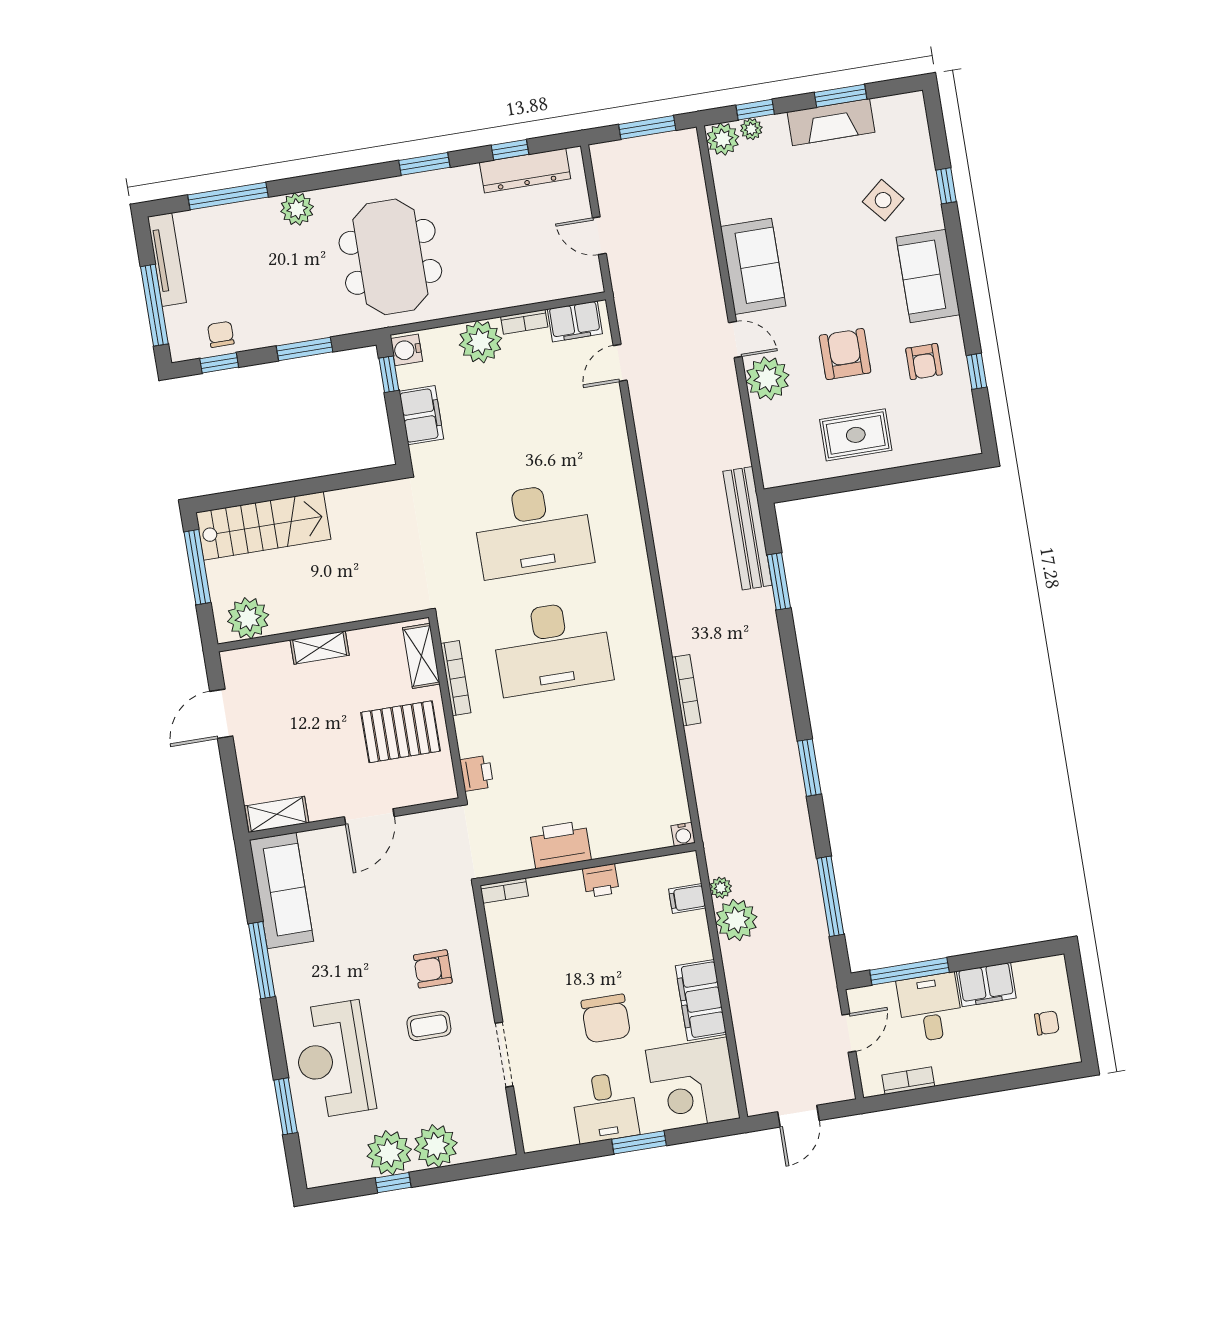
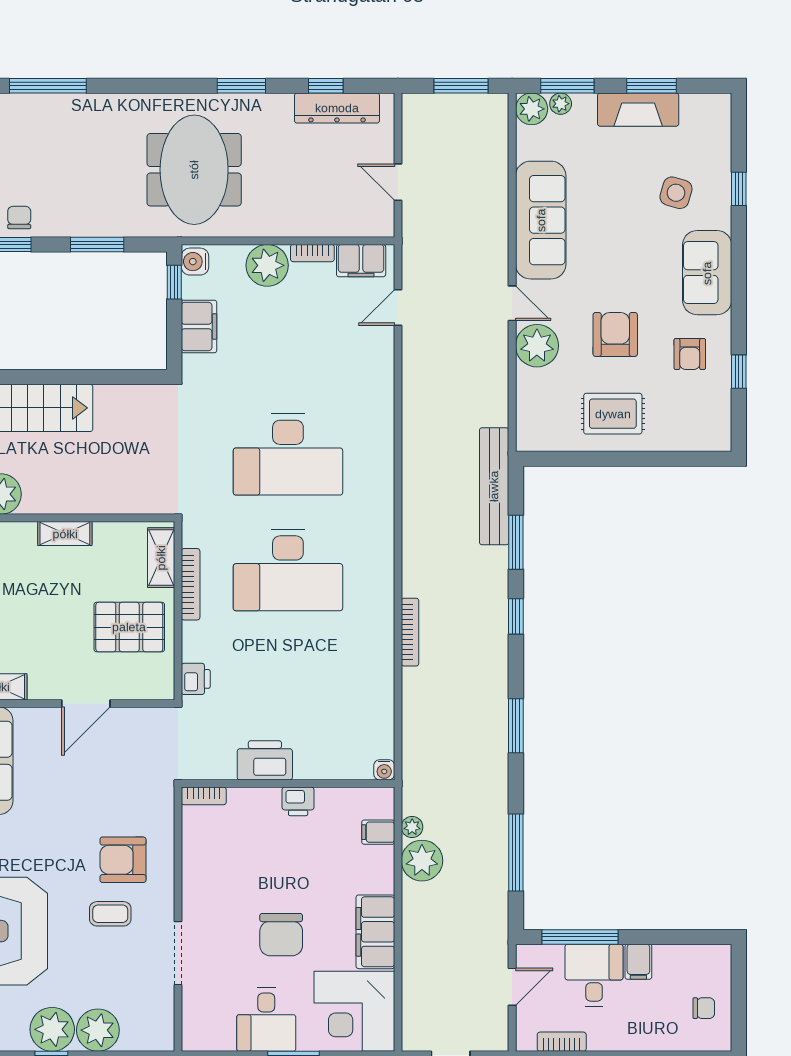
window: (755, 110) -> (567, 86), width x1.50
side table: (883, 200) -> (676, 193), turned -34
plant: (297, 209) -> (112, 109), removed
sofa: (753, 266) -> (541, 220), width x1.36
window: (791, 657) -> (516, 616), added
armchair: (433, 969) -> (123, 860), width x1.38, depth x1.38
filing cabinet: (986, 985) -> (638, 962), width x0.50

